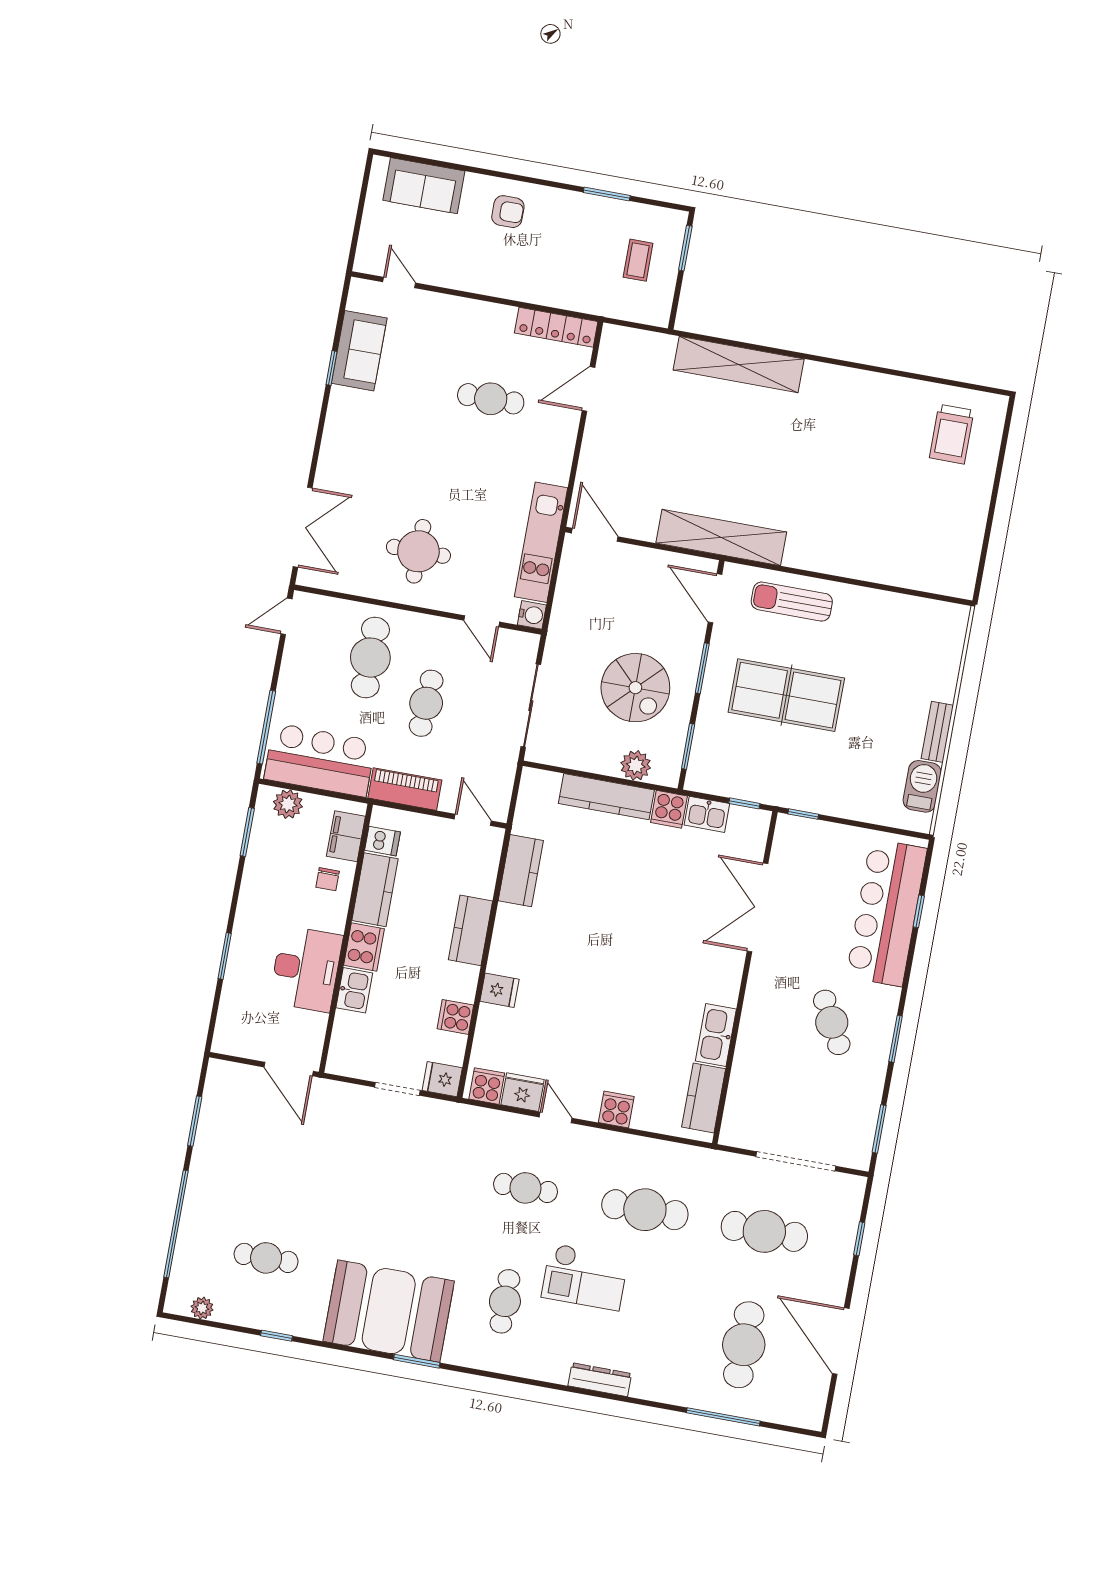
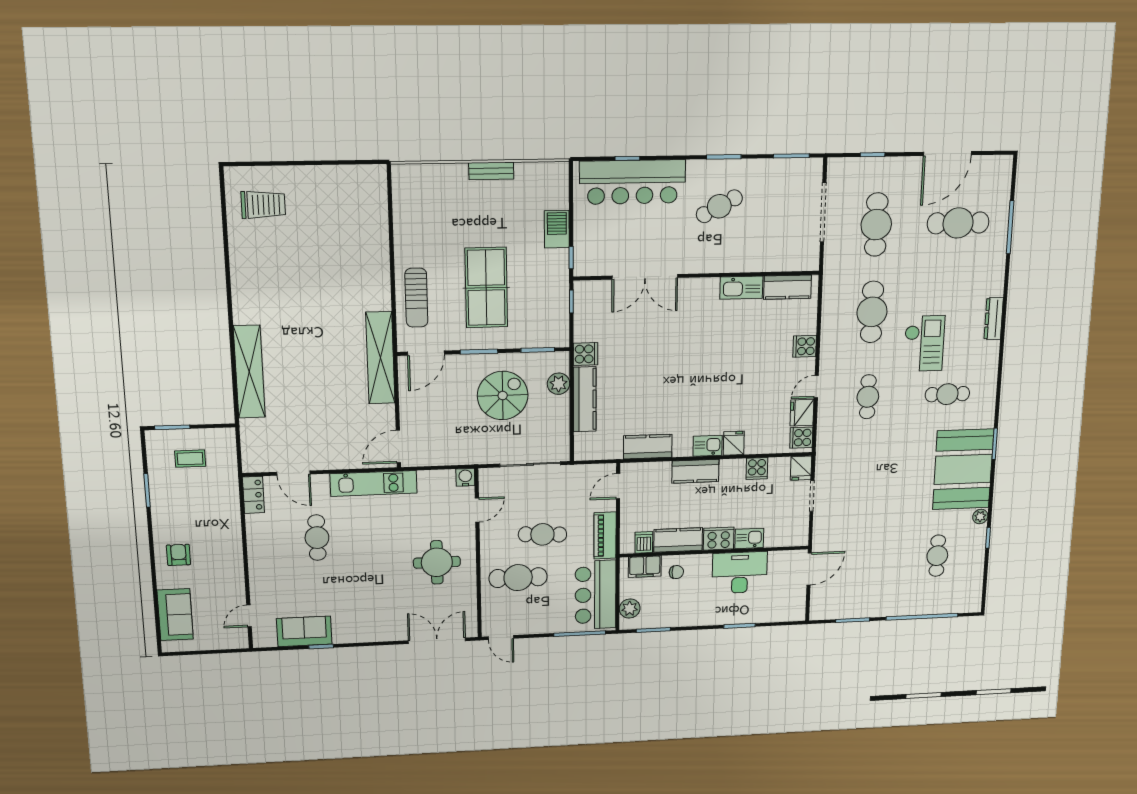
locker: (556, 327) -> (253, 495), width x0.66
kitchen unit: (541, 542) -> (374, 483), moved
barbecue: (922, 786) -> (557, 229), moved, turned 90
kitchen sink: (707, 814) -> (708, 446), moved, turned -90
plant: (202, 1308) -> (980, 517), moved

